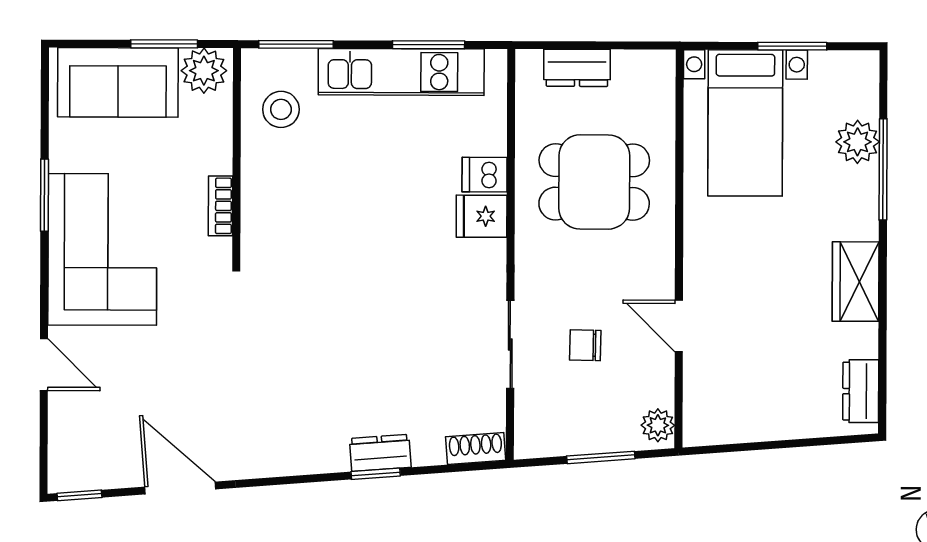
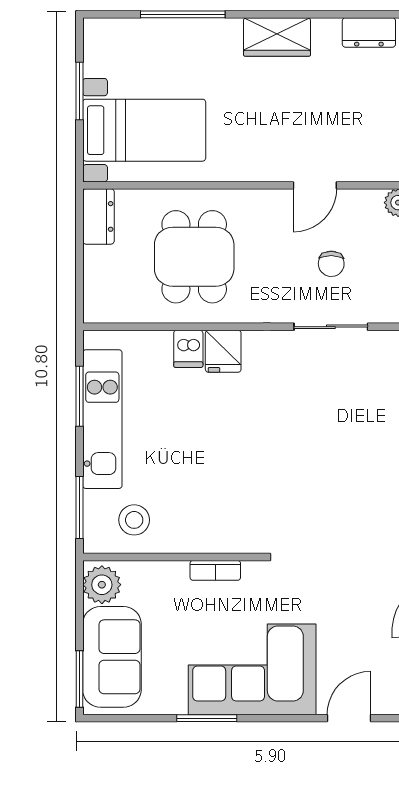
window: (164, 44) -> (79, 679), moved
dresser: (577, 68) -> (98, 216), moved
plant: (858, 142) -> (160, 36), removed

